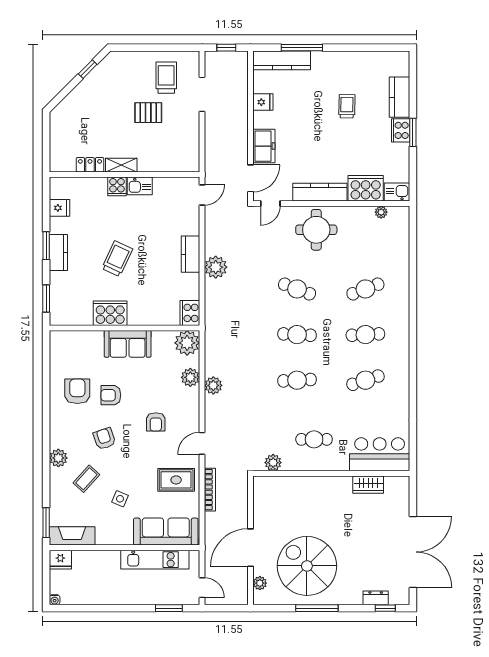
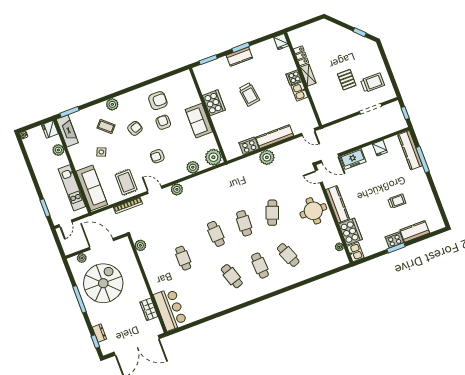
fridge: (59, 208) -> (281, 42), moved
kitchen counter: (190, 254) -> (275, 137), width x1.50
trolley: (117, 259) -> (249, 94), turned 57
cooker: (190, 313) -> (249, 146), moved
plant: (213, 385) -> (177, 189), moved
bar counter: (380, 454) -> (170, 309), moved
plant: (273, 463) -> (140, 245), moved
wall: (331, 473) -> (147, 284), moved
wardrobe: (368, 485) -> (149, 309), moved
plant: (94, 559) -> (58, 150), added

